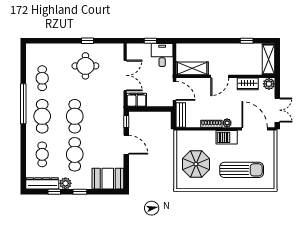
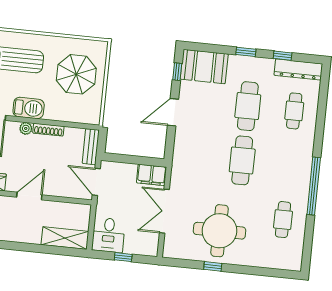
round table: (85, 66) -> (219, 231), width x1.36, depth x1.36
shelving: (192, 68) -> (65, 238), moved
cafe table: (42, 116) -> (289, 165), removed
window: (126, 121) -> (177, 72), moved
door: (126, 145) -> (173, 112), hinge flipped
plant: (65, 183) -> (265, 66), removed

